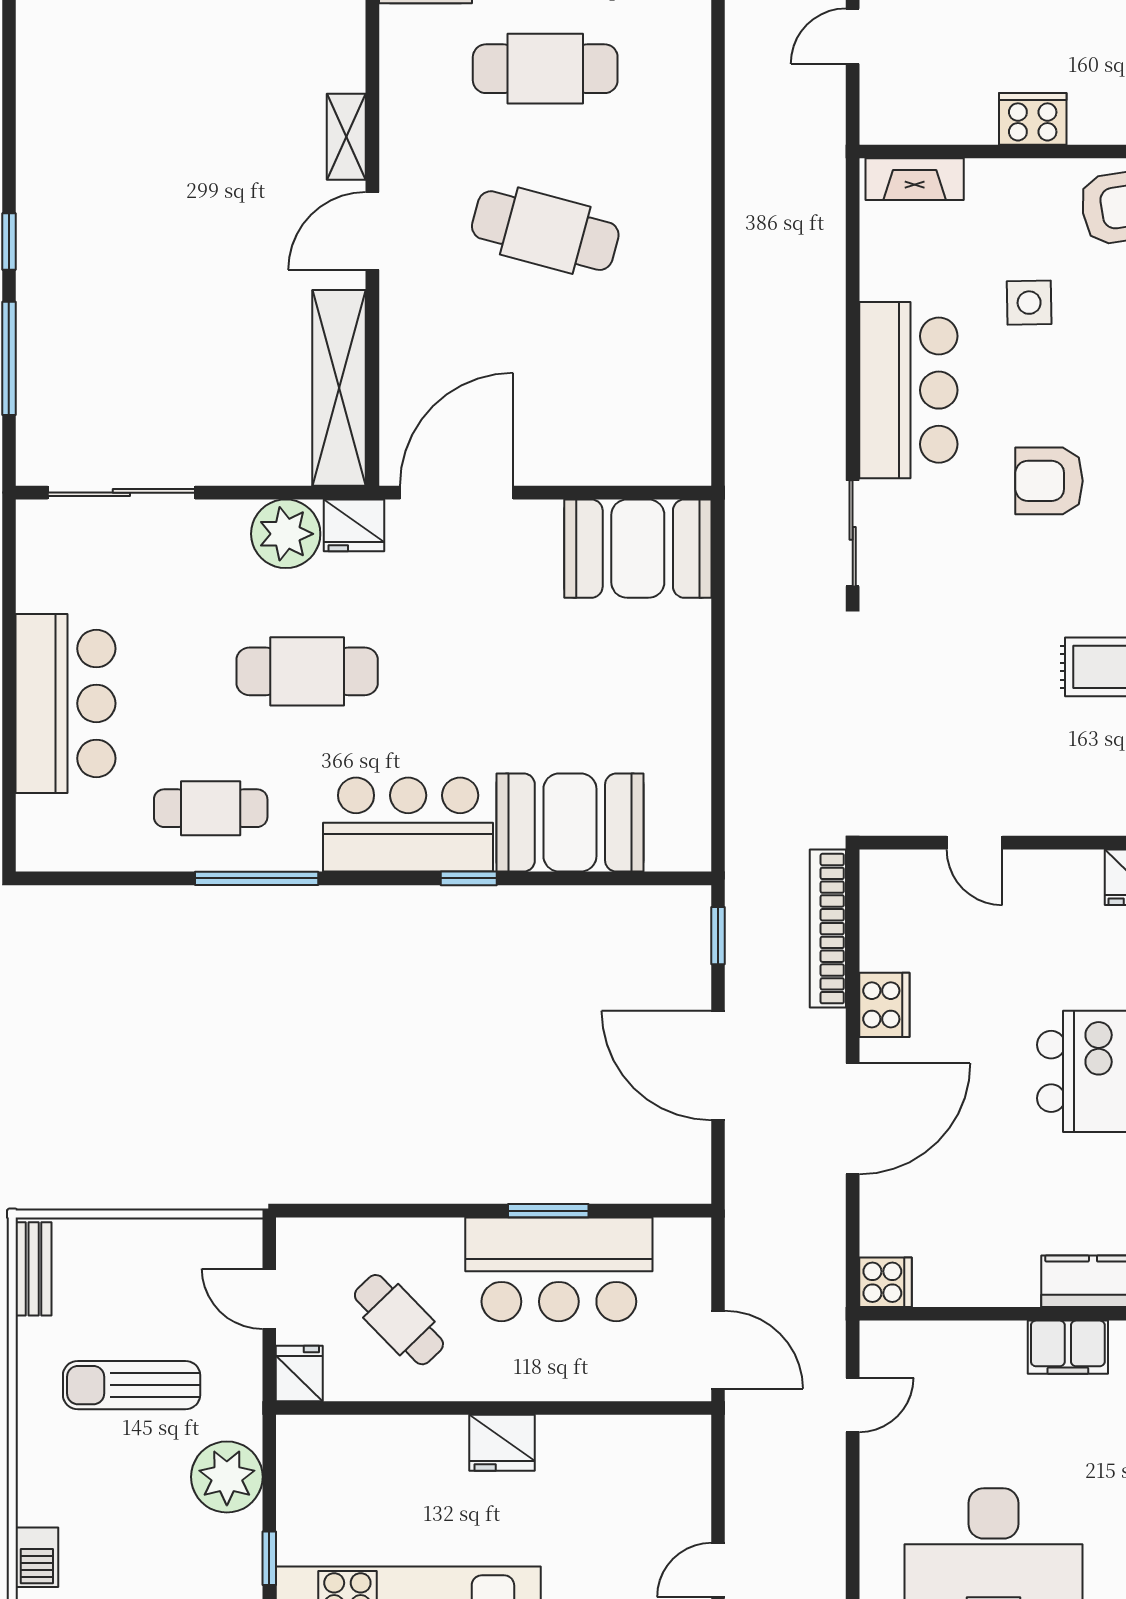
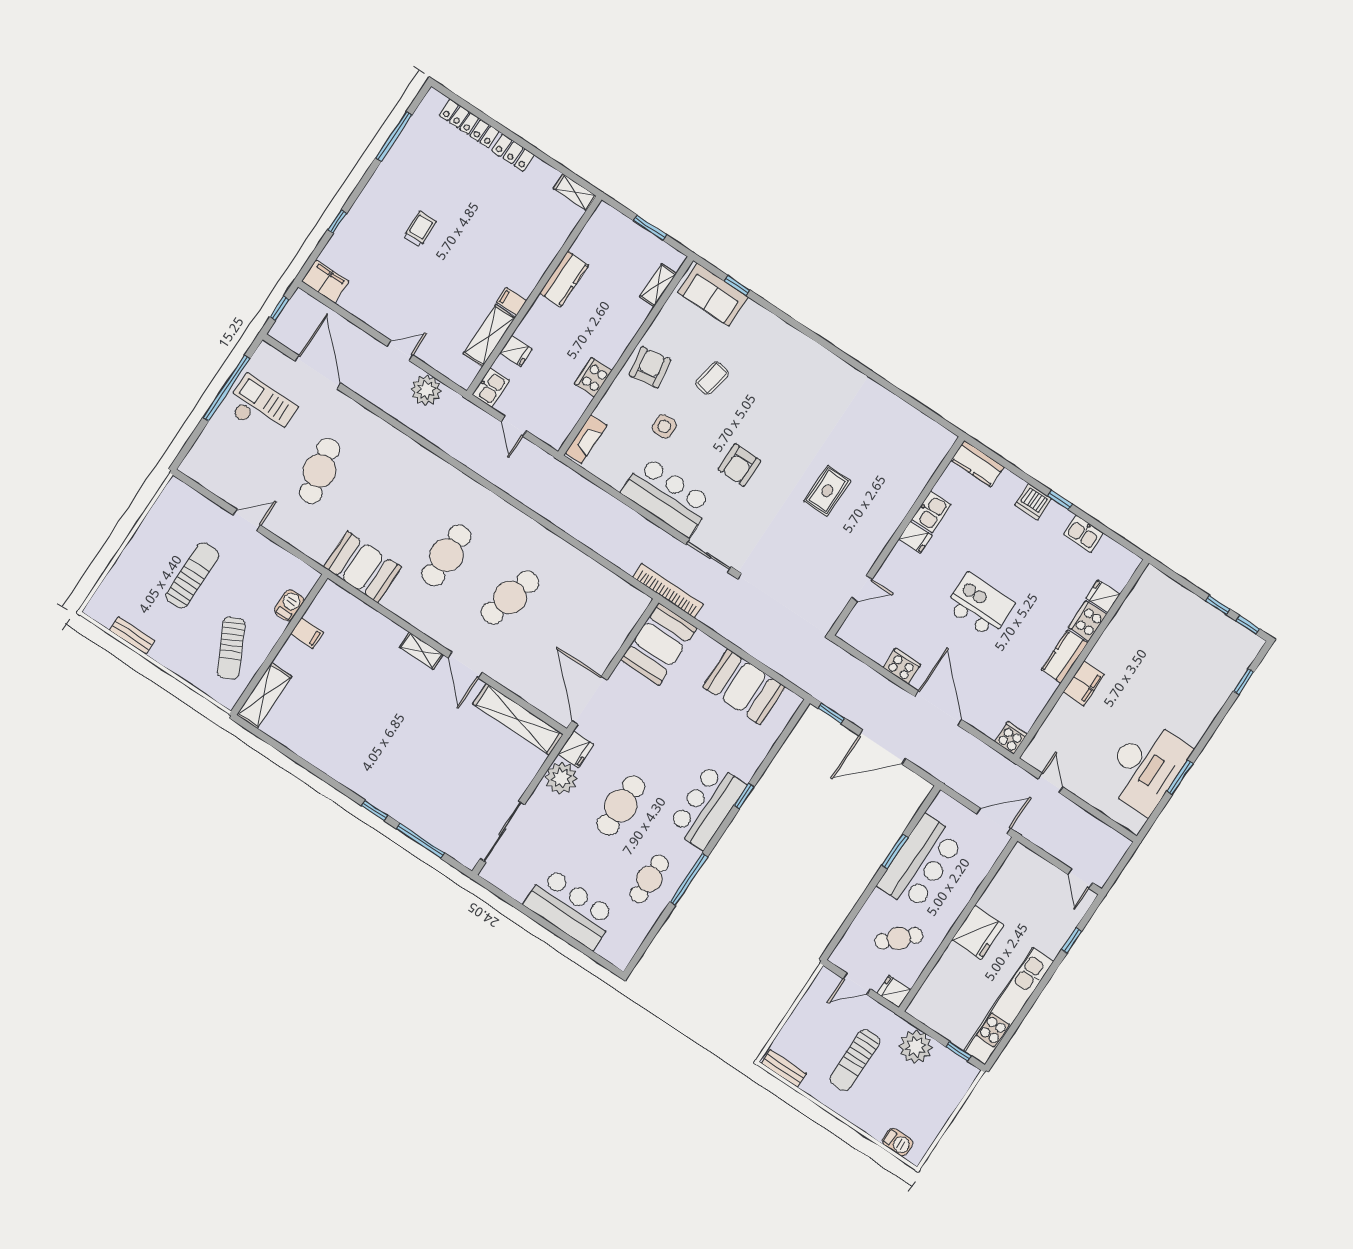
booth: (570, 823) -> (744, 687), moved, turned 90
bookcase: (828, 929) -> (668, 591), moved, turned 180
fridge: (502, 1443) -> (978, 932), width x1.36, depth x1.34

